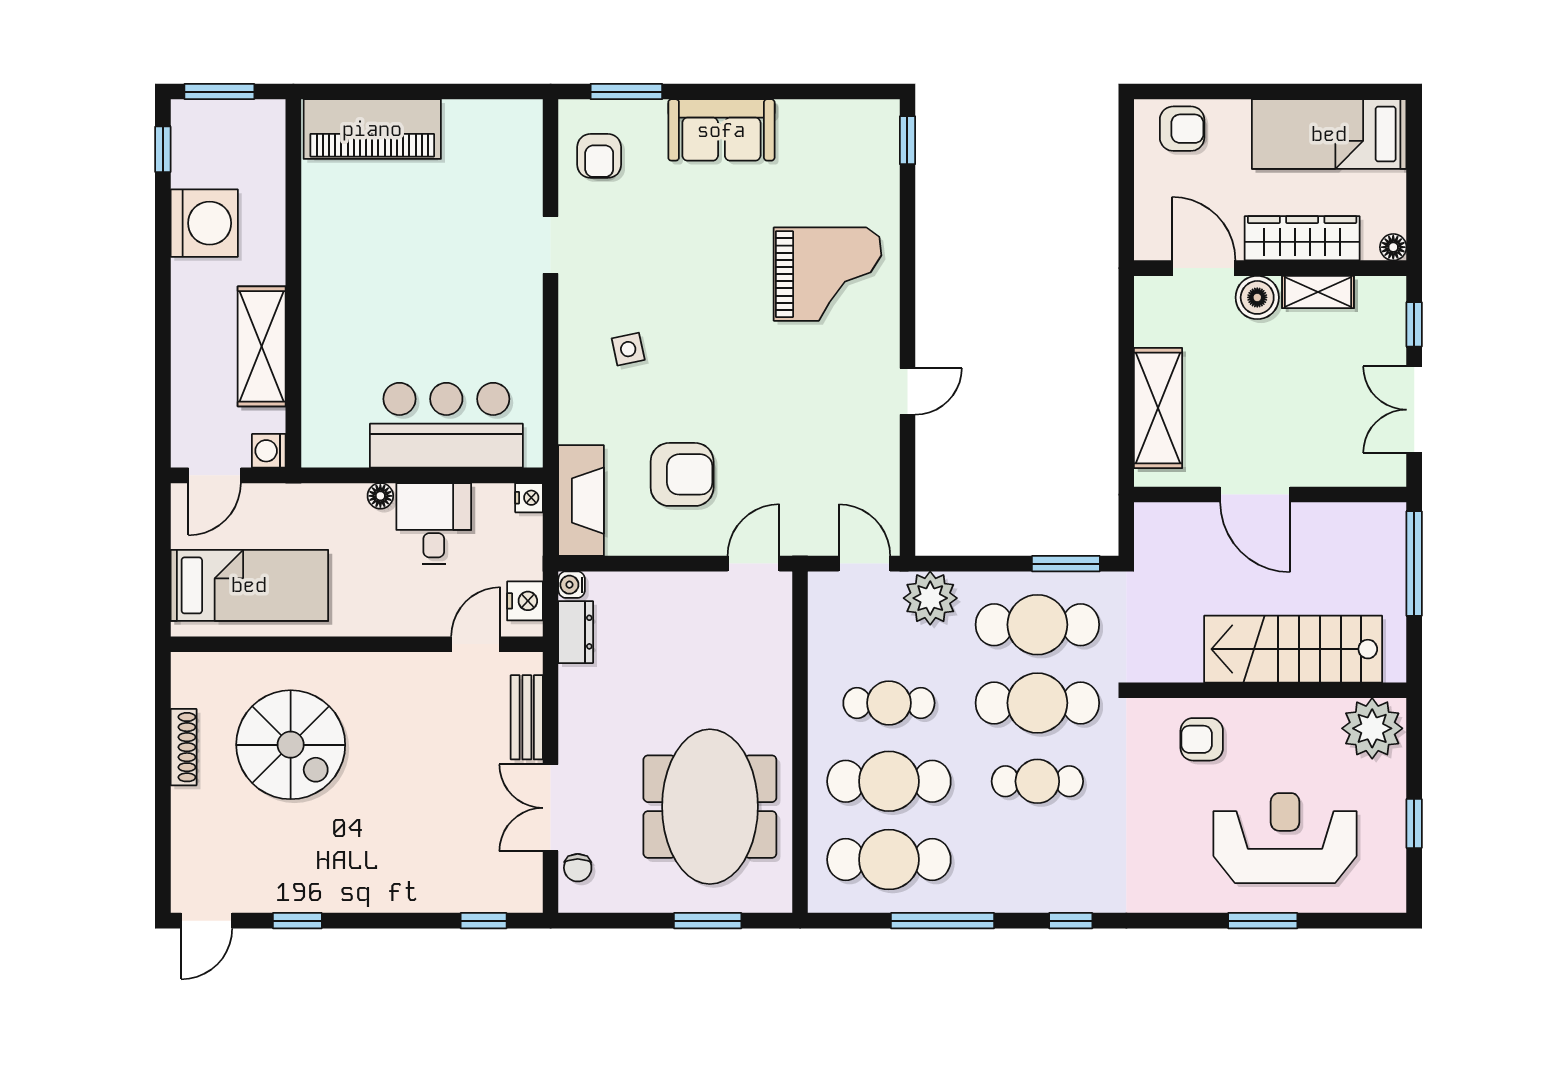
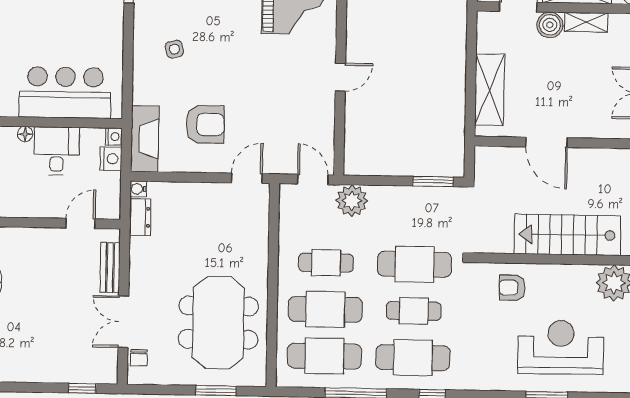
nightstand: (525, 601) -> (111, 159), moved
cafe table: (1037, 625) -> (413, 358), moved

